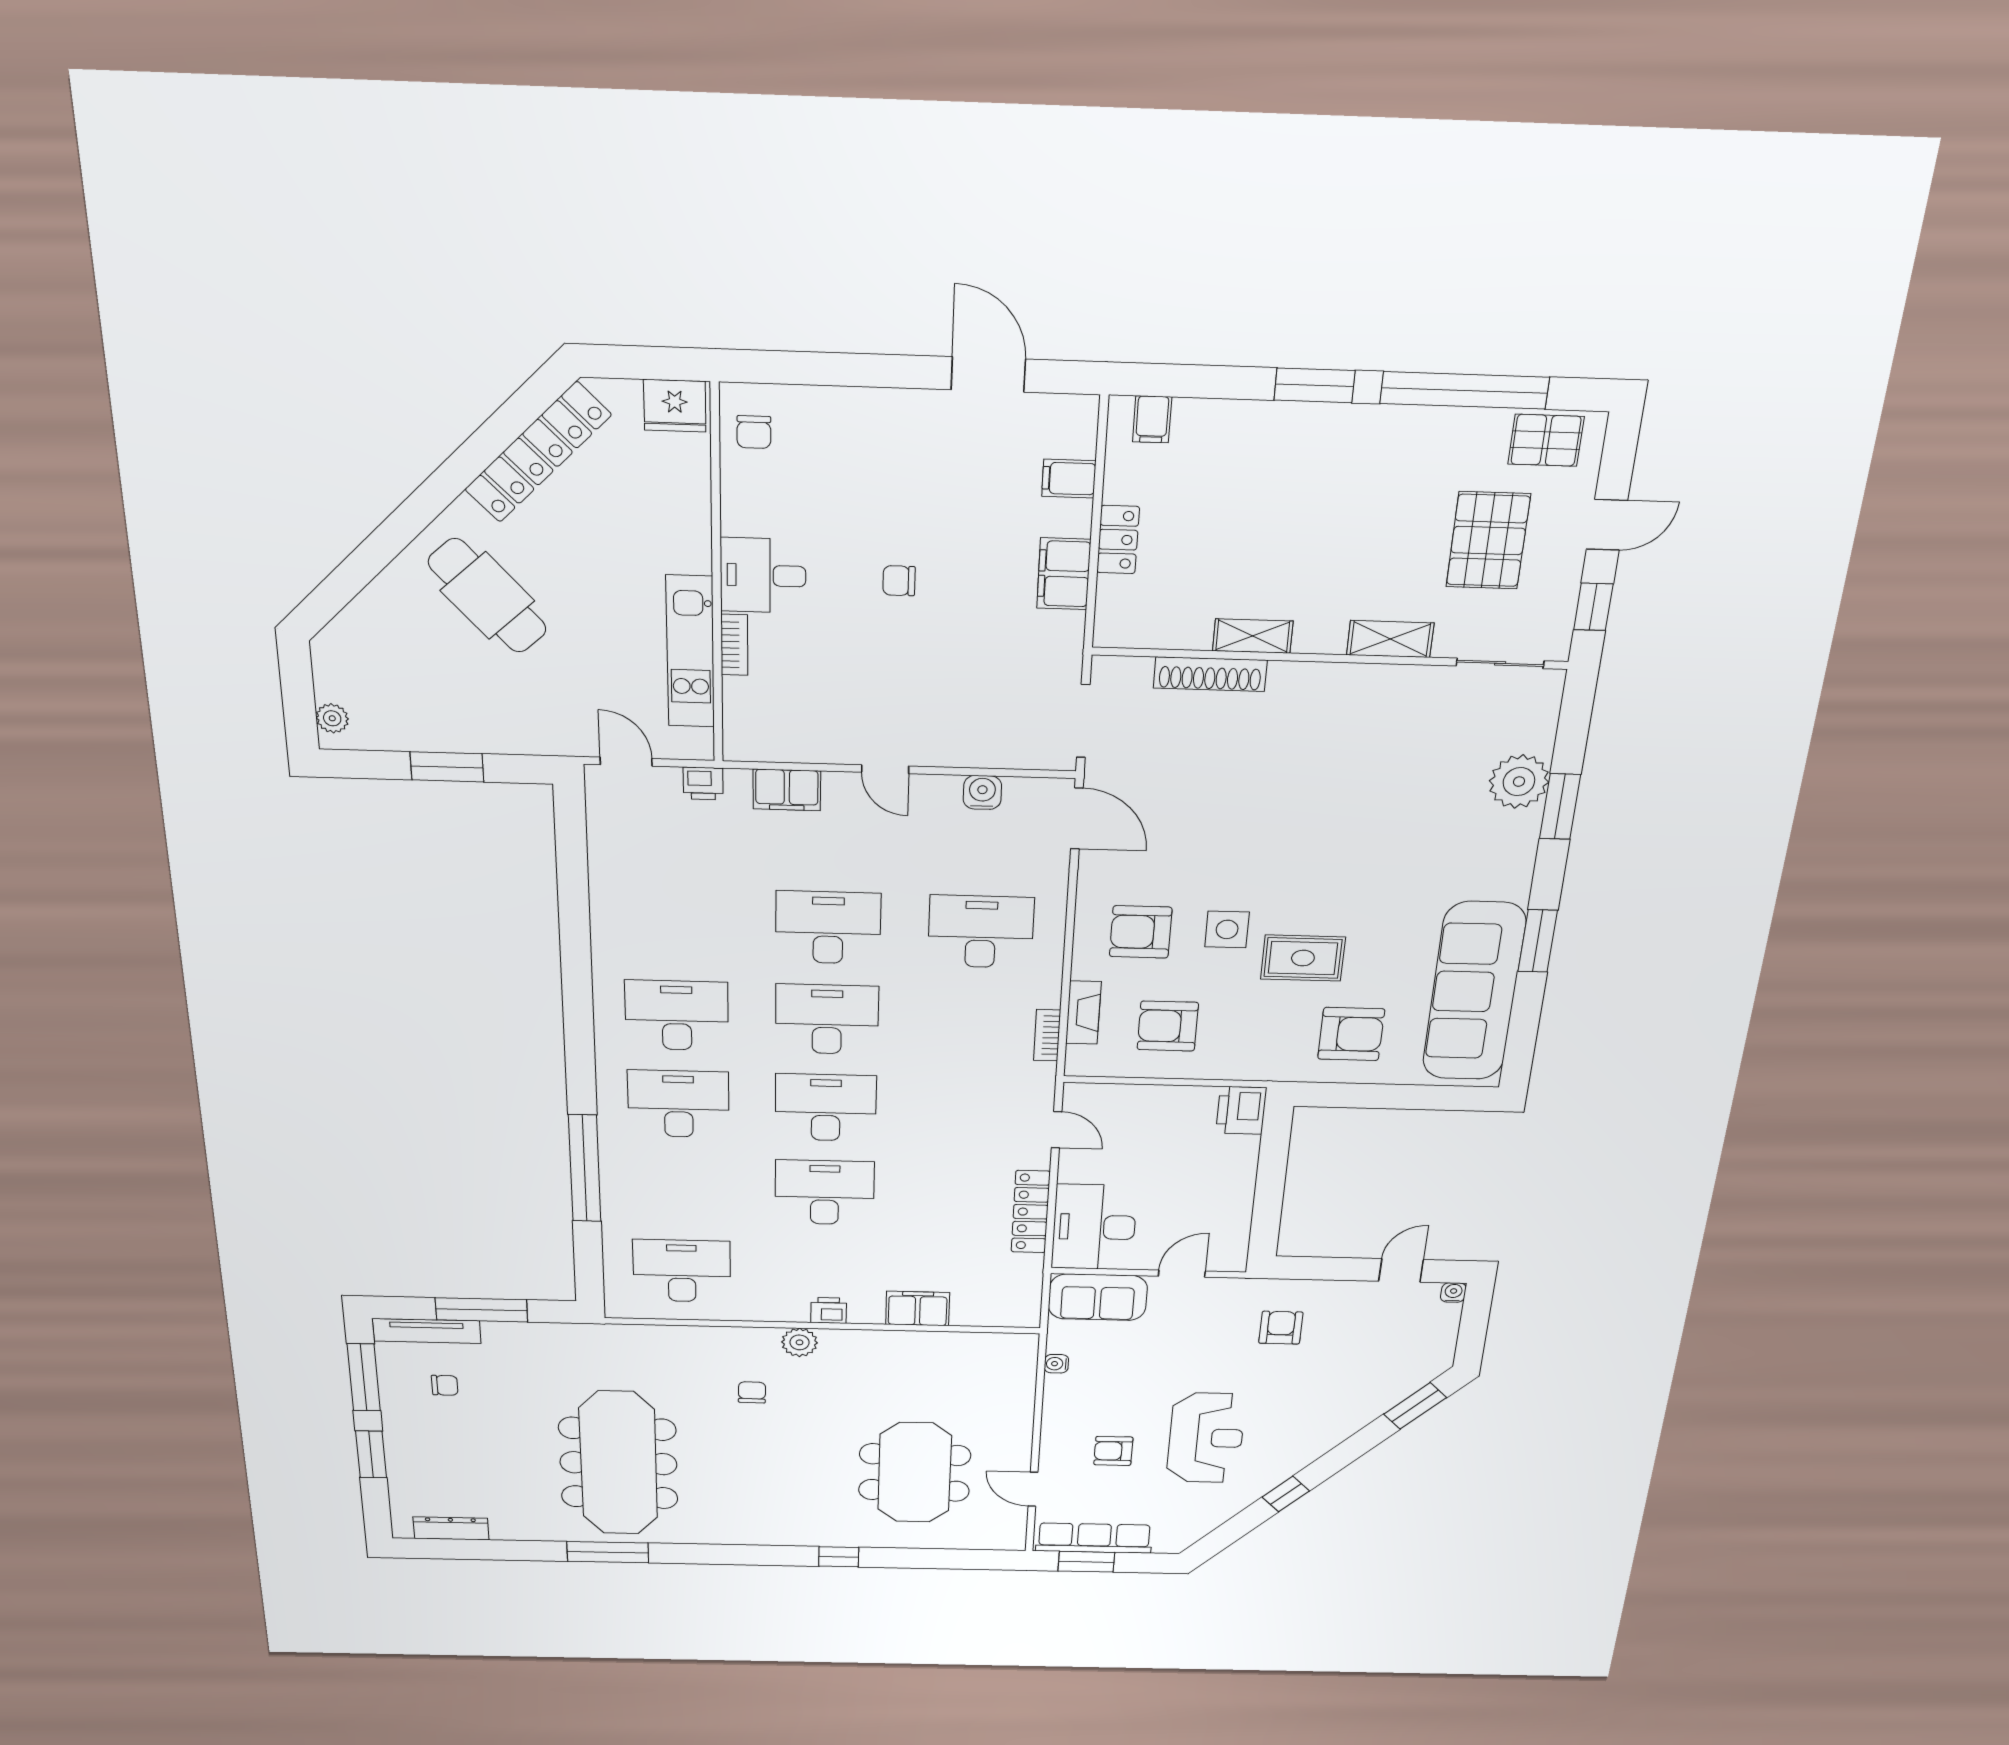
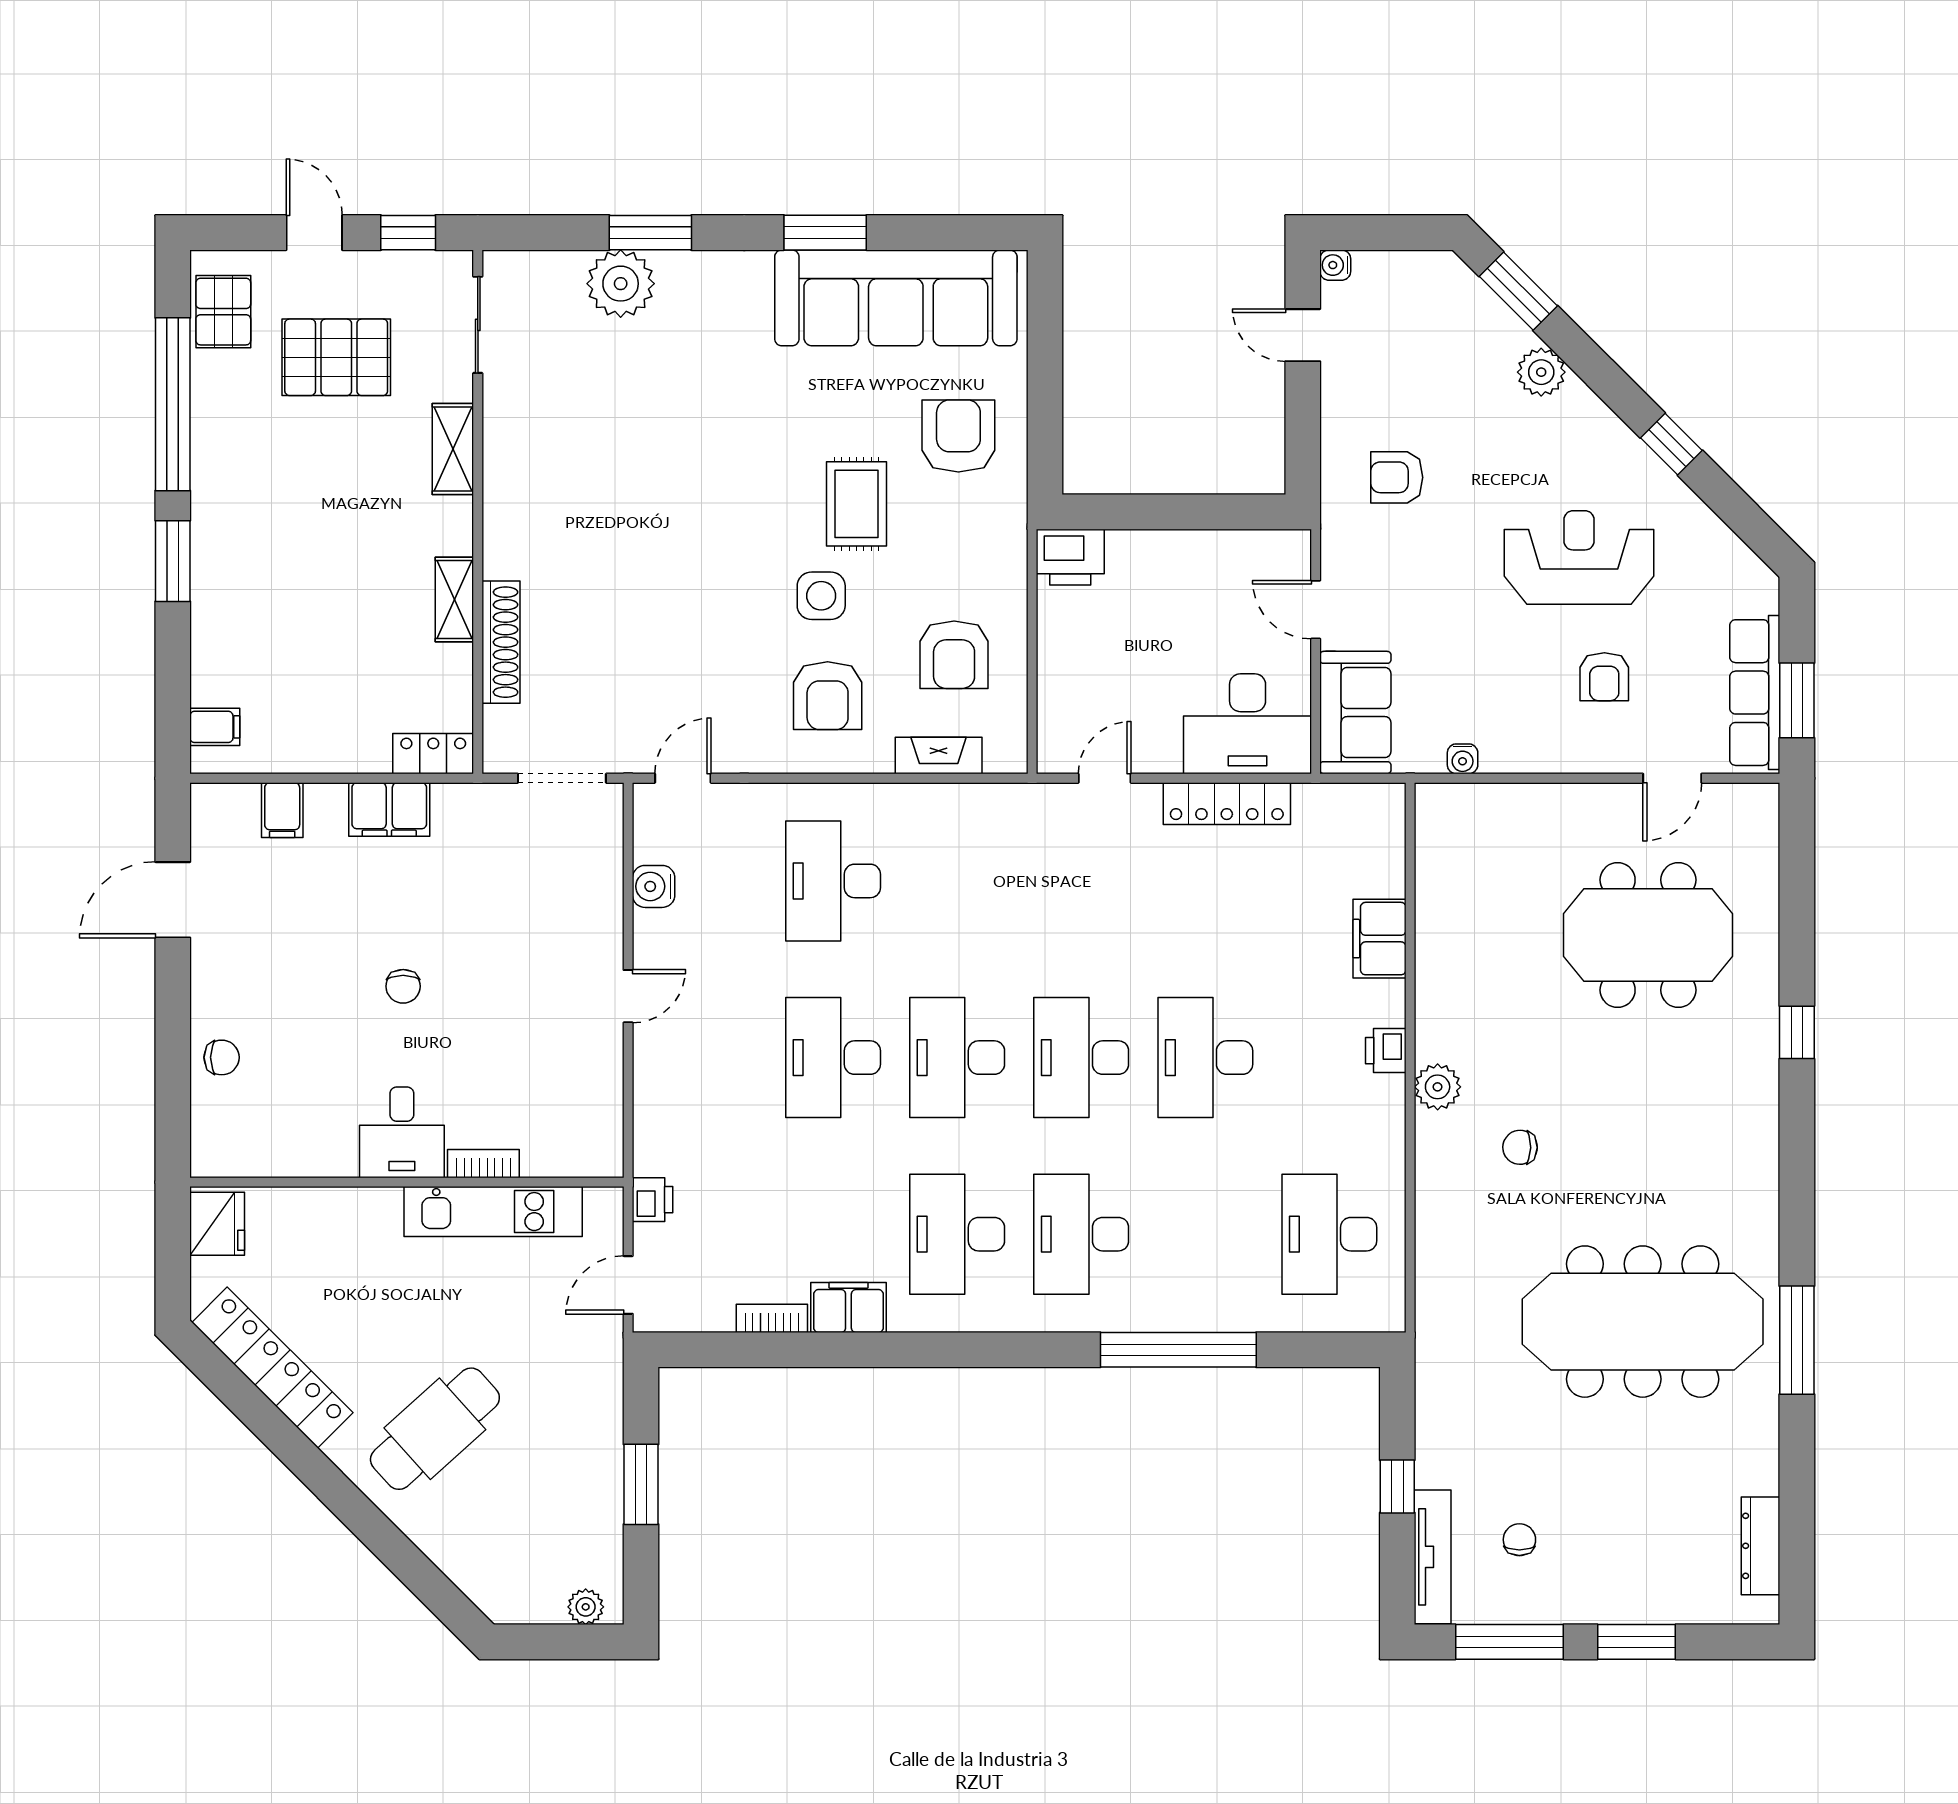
chair: (754, 432) -> (222, 1057), moved
locker: (1118, 540) -> (433, 754), moved
filing cabinet: (787, 790) -> (848, 1307), moved, turned -90
door: (1077, 818) -> (683, 778), width x0.73
bookcase: (1047, 1035) -> (772, 1318), moved, turned 180
window: (481, 1310) -> (1397, 1486), width x0.46
plant: (1351, 1418) -> (1541, 372), added

